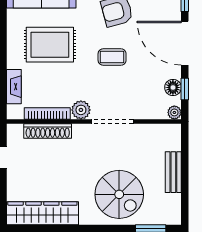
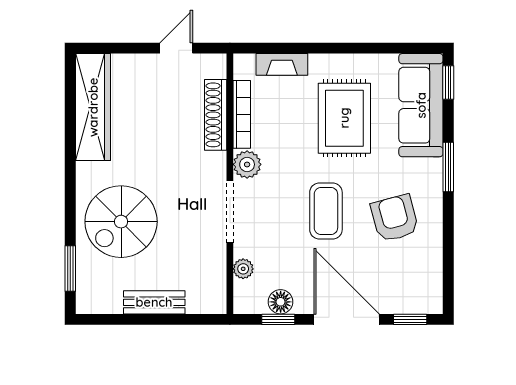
door: (185, 43) -> (347, 319), hinge flipped
coffee table: (112, 57) -> (326, 211), width x1.36, depth x1.30
plant: (174, 112) -> (243, 269), moved

